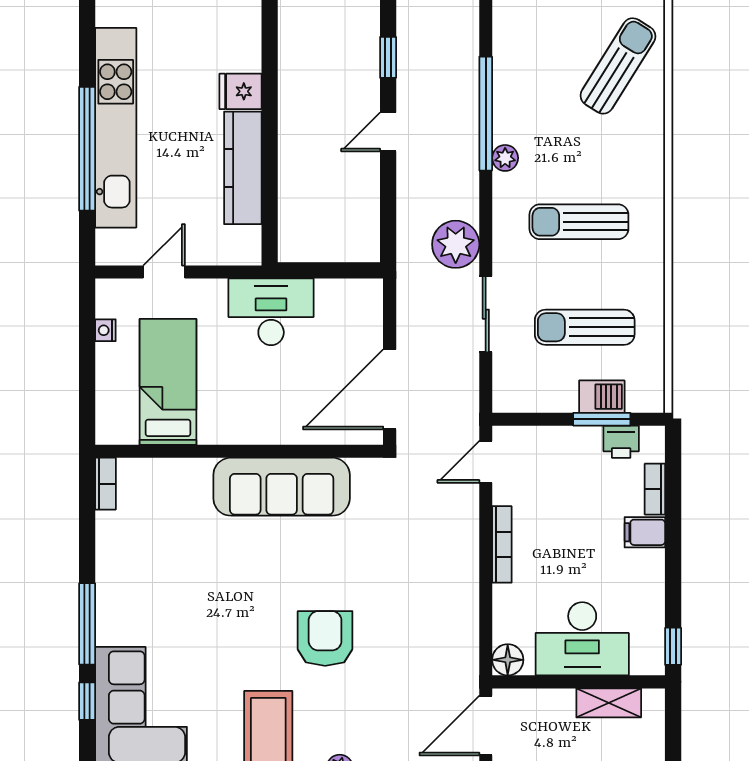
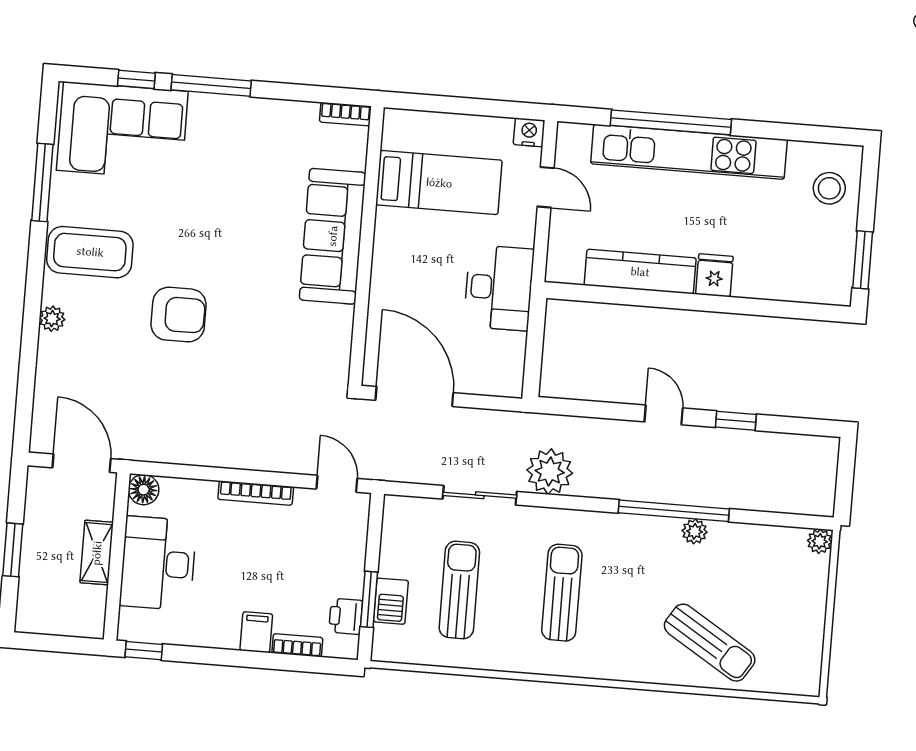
plant: (505, 158) -> (695, 531), moved
nightstand: (105, 330) -> (529, 132), moved, width x1.39, depth x1.35
sofa: (282, 487) -> (333, 236), moved
shelving: (609, 703) -> (97, 553), moved

